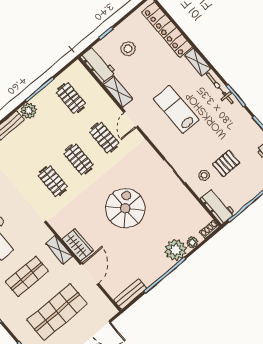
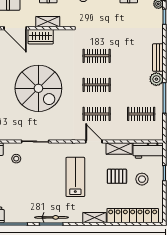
bicycle: (220, 88) -> (52, 217), moved
lab bench: (176, 109) -> (75, 177), turned -90
pallet: (226, 163) -> (117, 176), moved, turned 90
spiral stairs: (125, 208) -> (38, 88), width x1.37, depth x1.37

